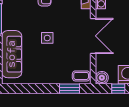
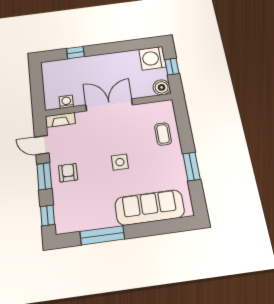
coffee table: (81, 76) -> (163, 134), moved
window: (70, 89) -> (192, 166), moved

